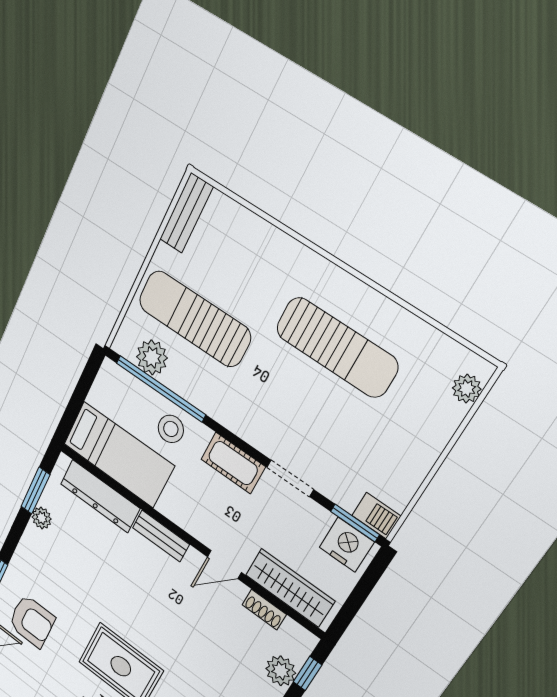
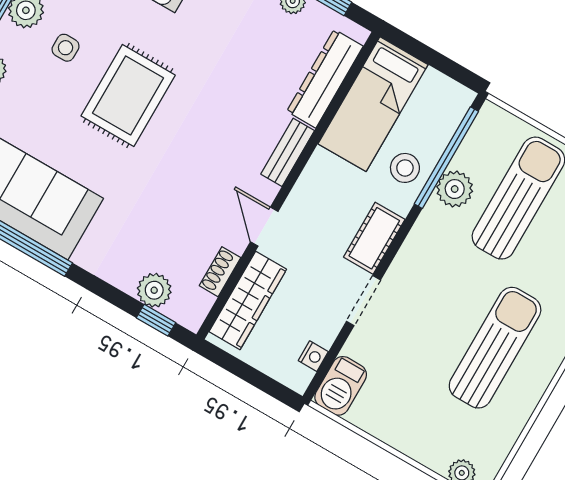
sun lounger: (337, 347) -> (495, 348), turned 180
plant: (152, 357) -> (455, 189), moved
barbecue: (376, 516) -> (341, 386), width x1.38, depth x1.27
window: (355, 523) -> (324, 369), removed
nightstand: (347, 545) -> (313, 356), width x0.53, depth x0.56

